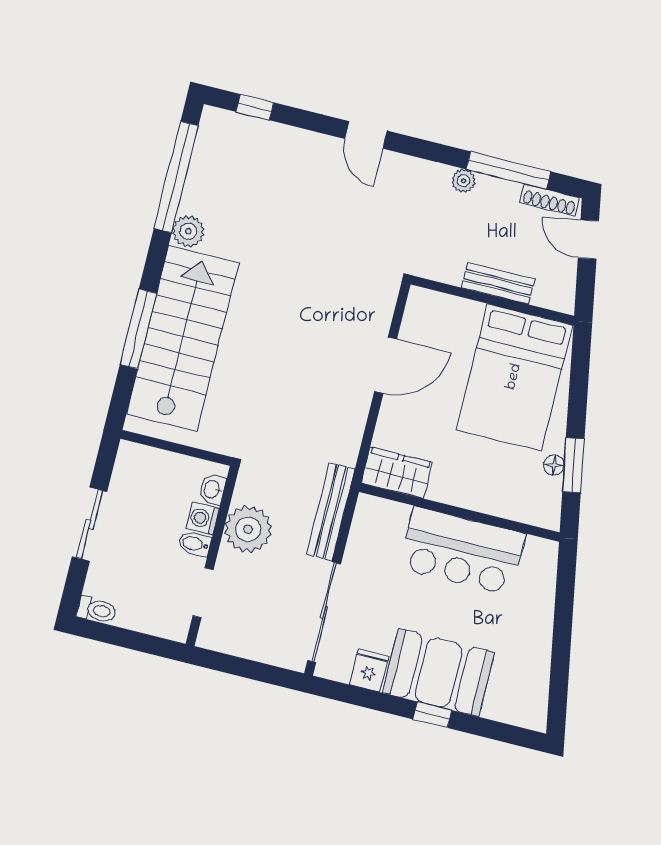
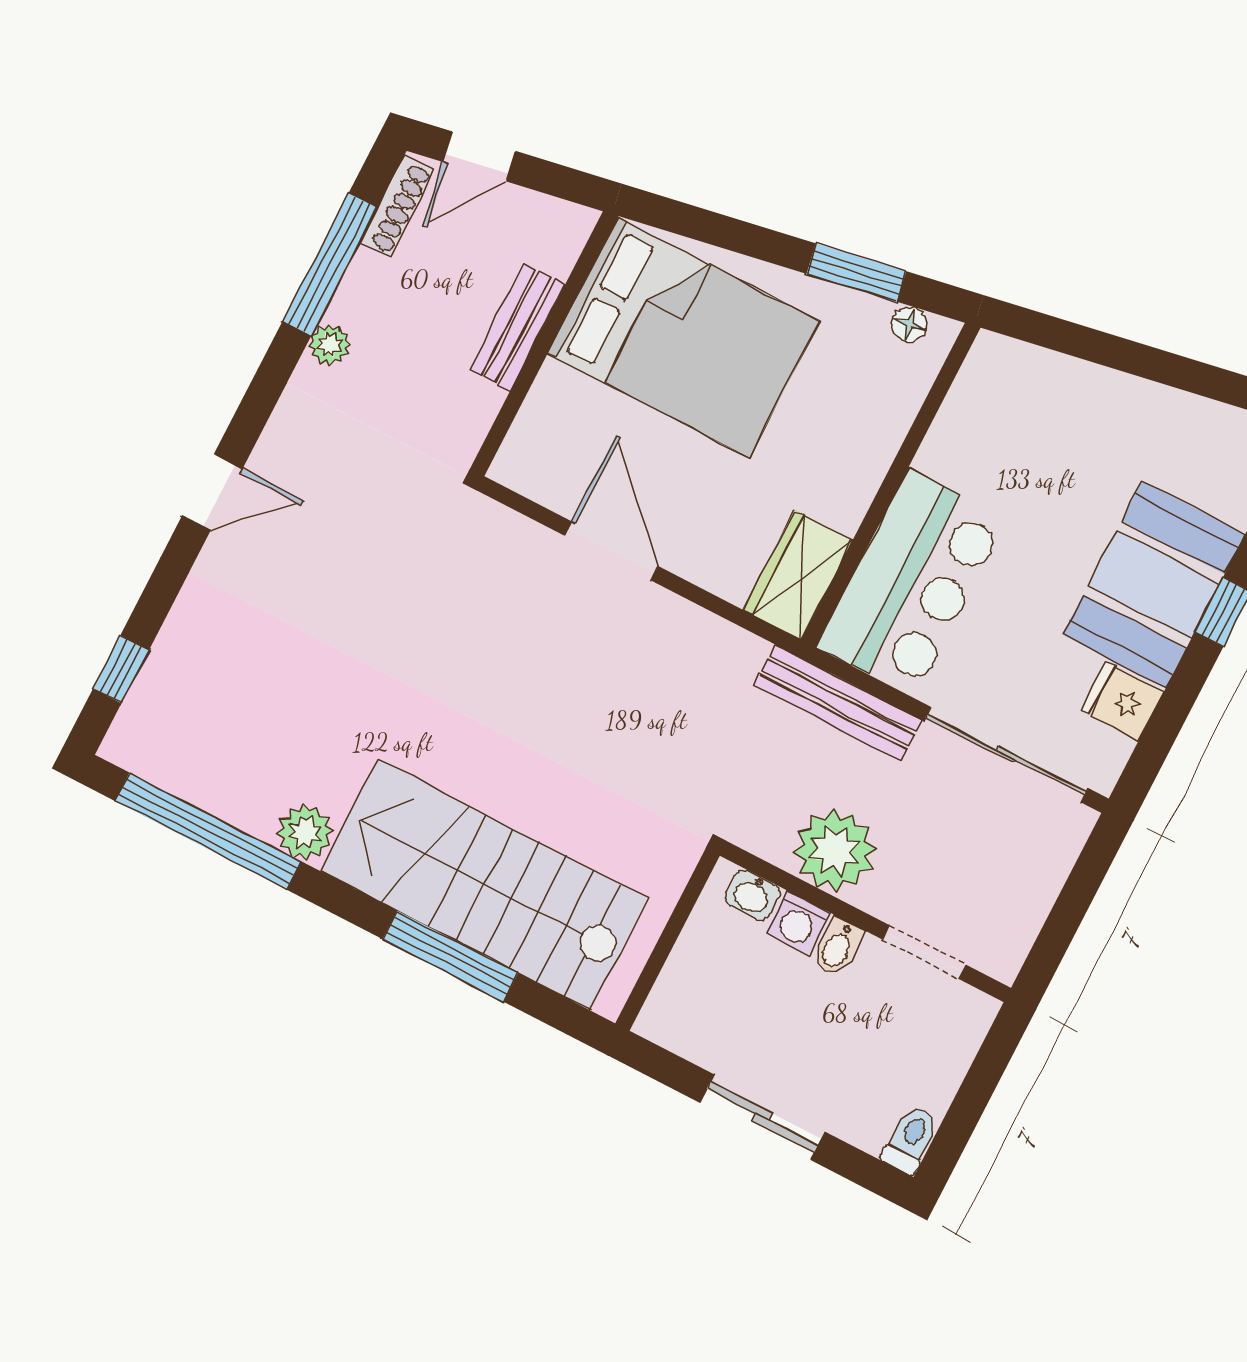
floor lamp: (554, 465) -> (909, 324), moved
bar counter: (462, 551) -> (912, 583), moved

